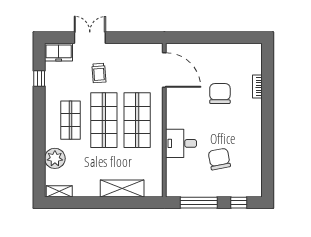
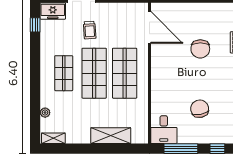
window: (39, 79) -> (35, 25), moved
chair: (220, 94) -> (200, 49), turned 180
desk: (181, 143) -> (164, 130), moved, turned -90
plant: (55, 158) -> (45, 113), width x0.53, depth x0.53

